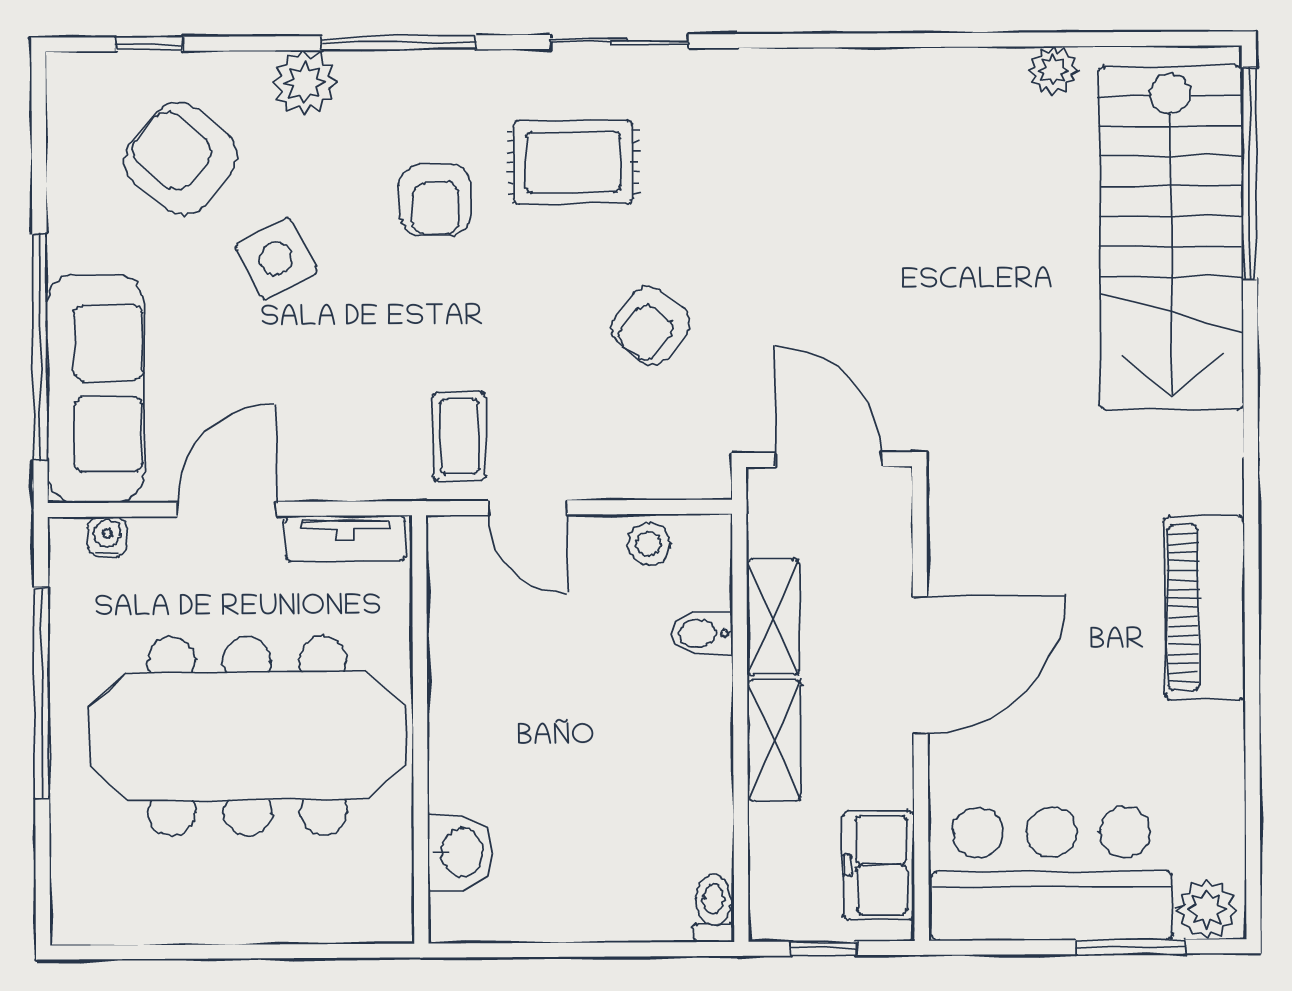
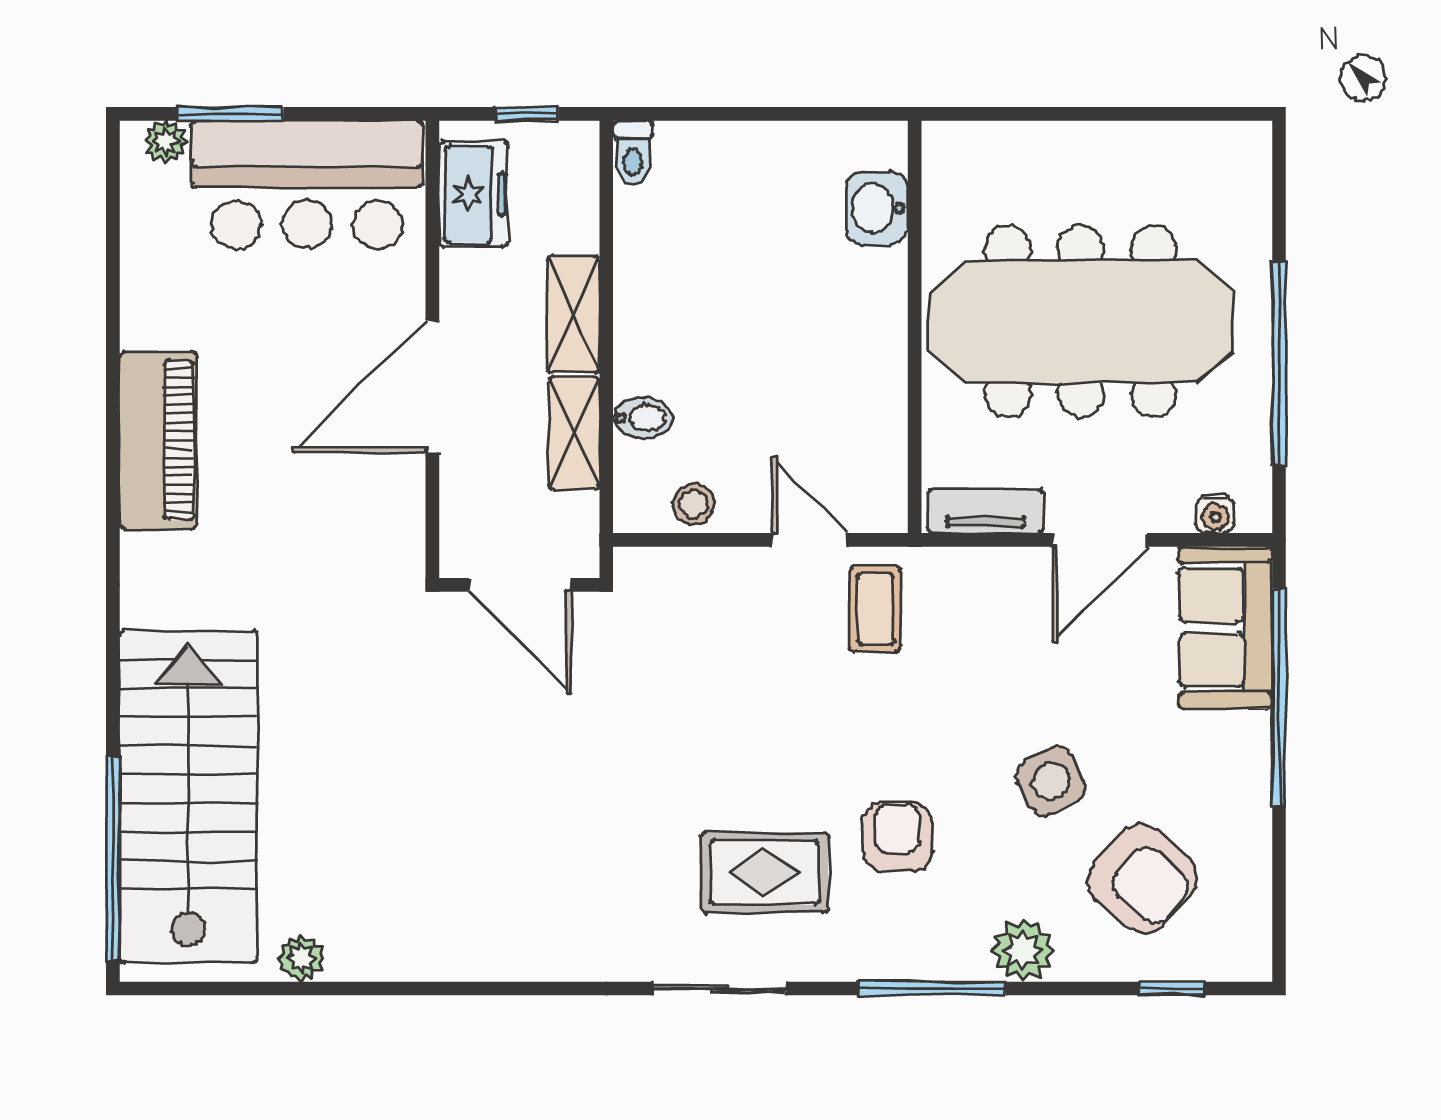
armchair: (651, 326) -> (691, 714), removed
sofa: (96, 389) -> (1225, 628), width x0.73
plant: (1207, 909) -> (166, 142), width x0.73, depth x0.73

